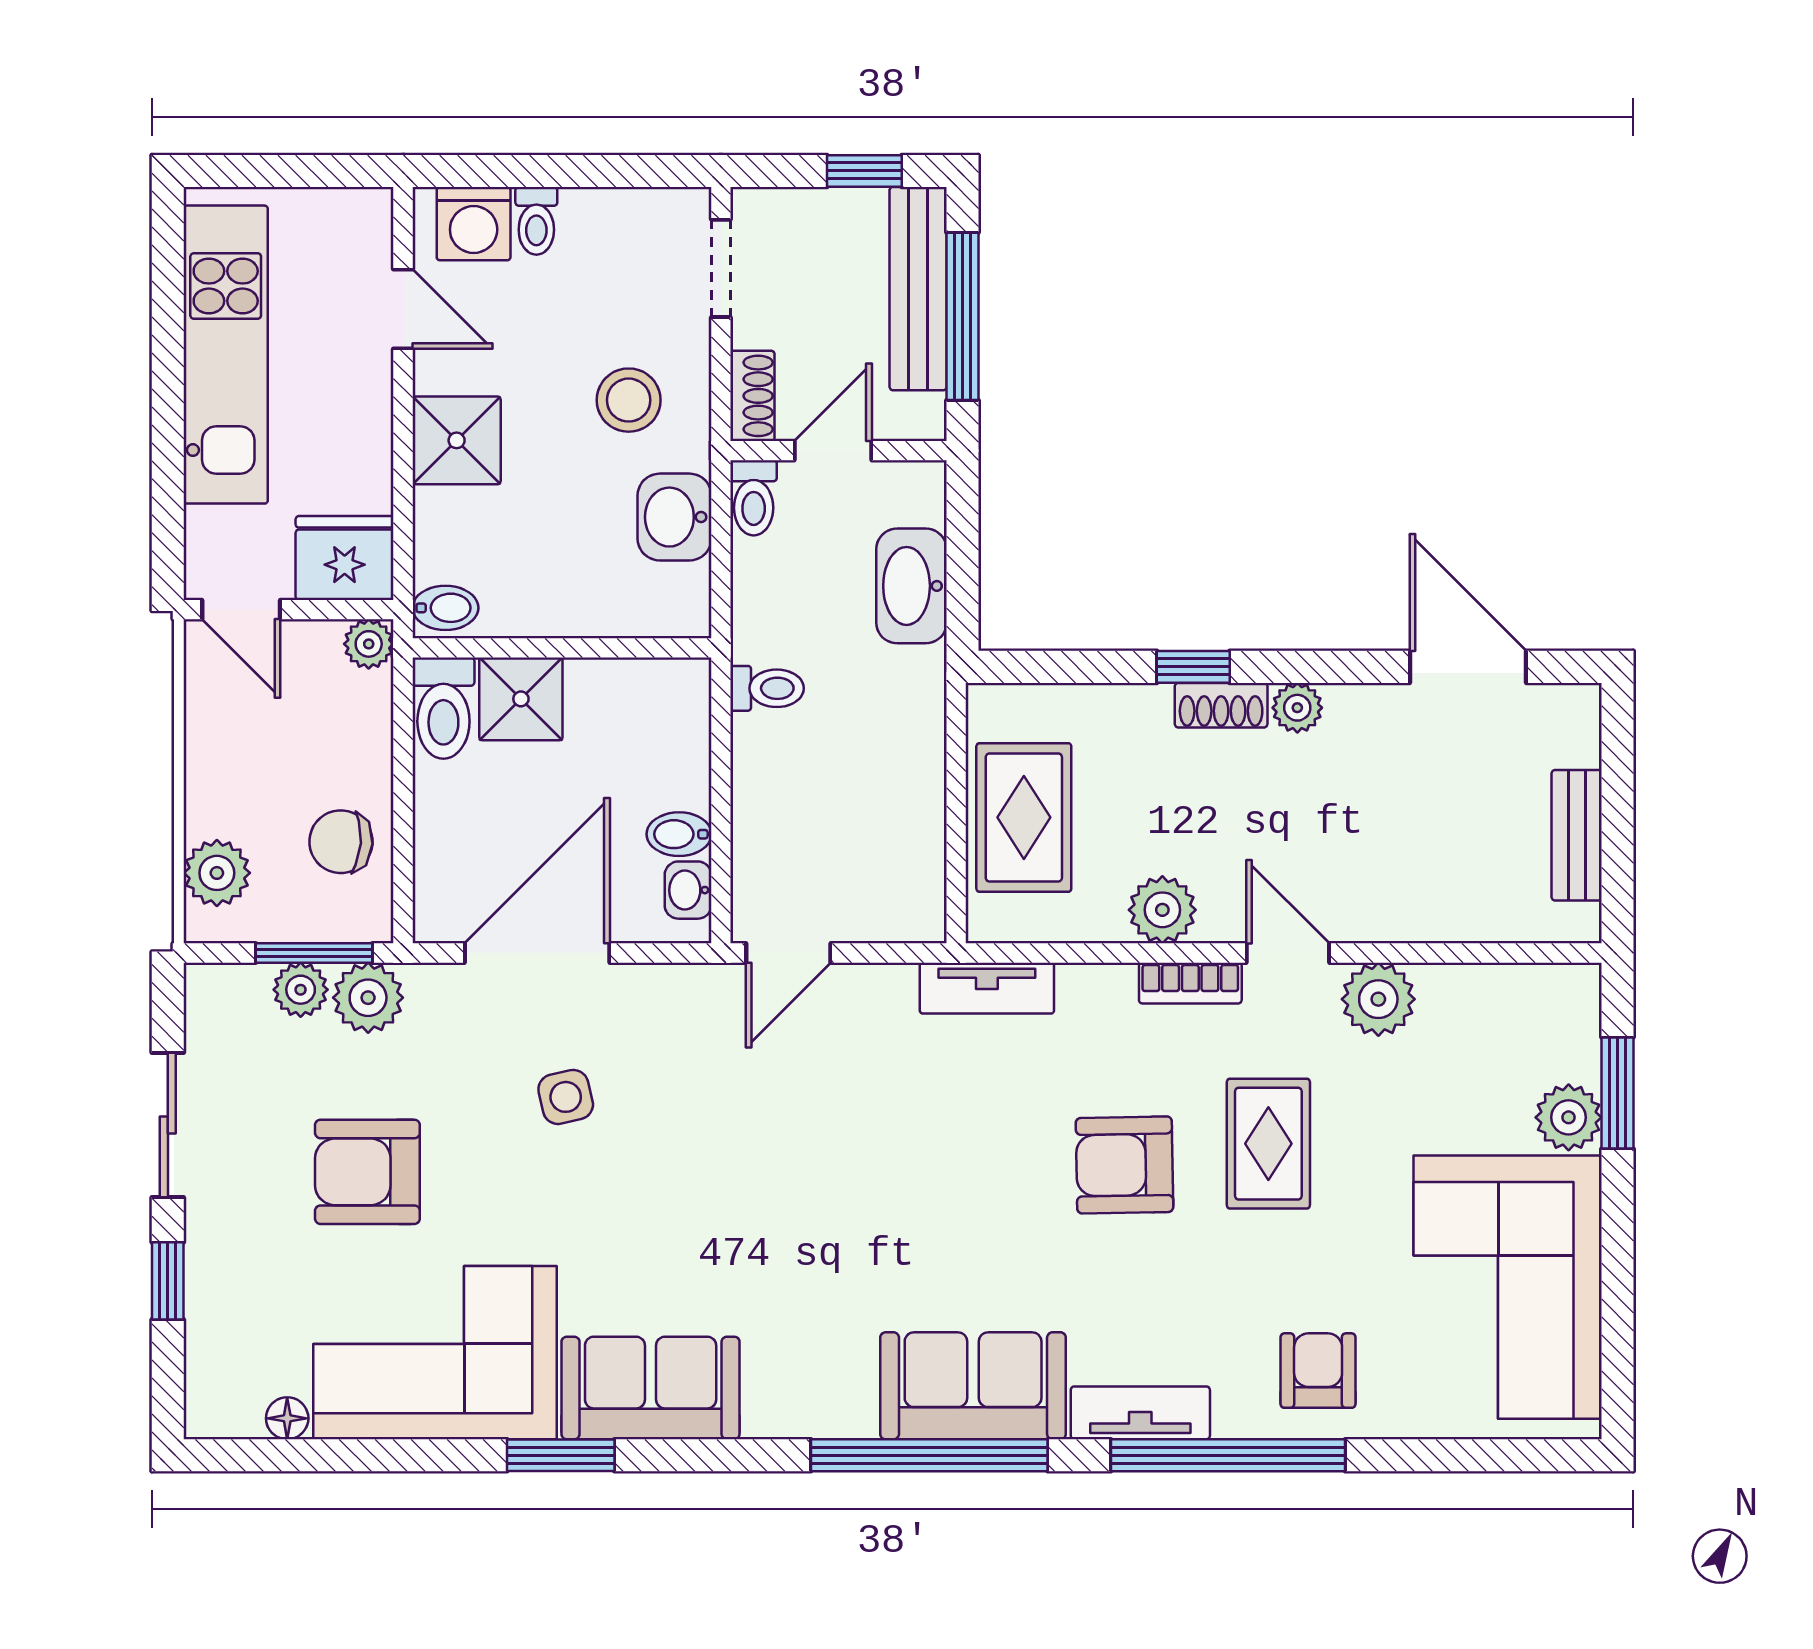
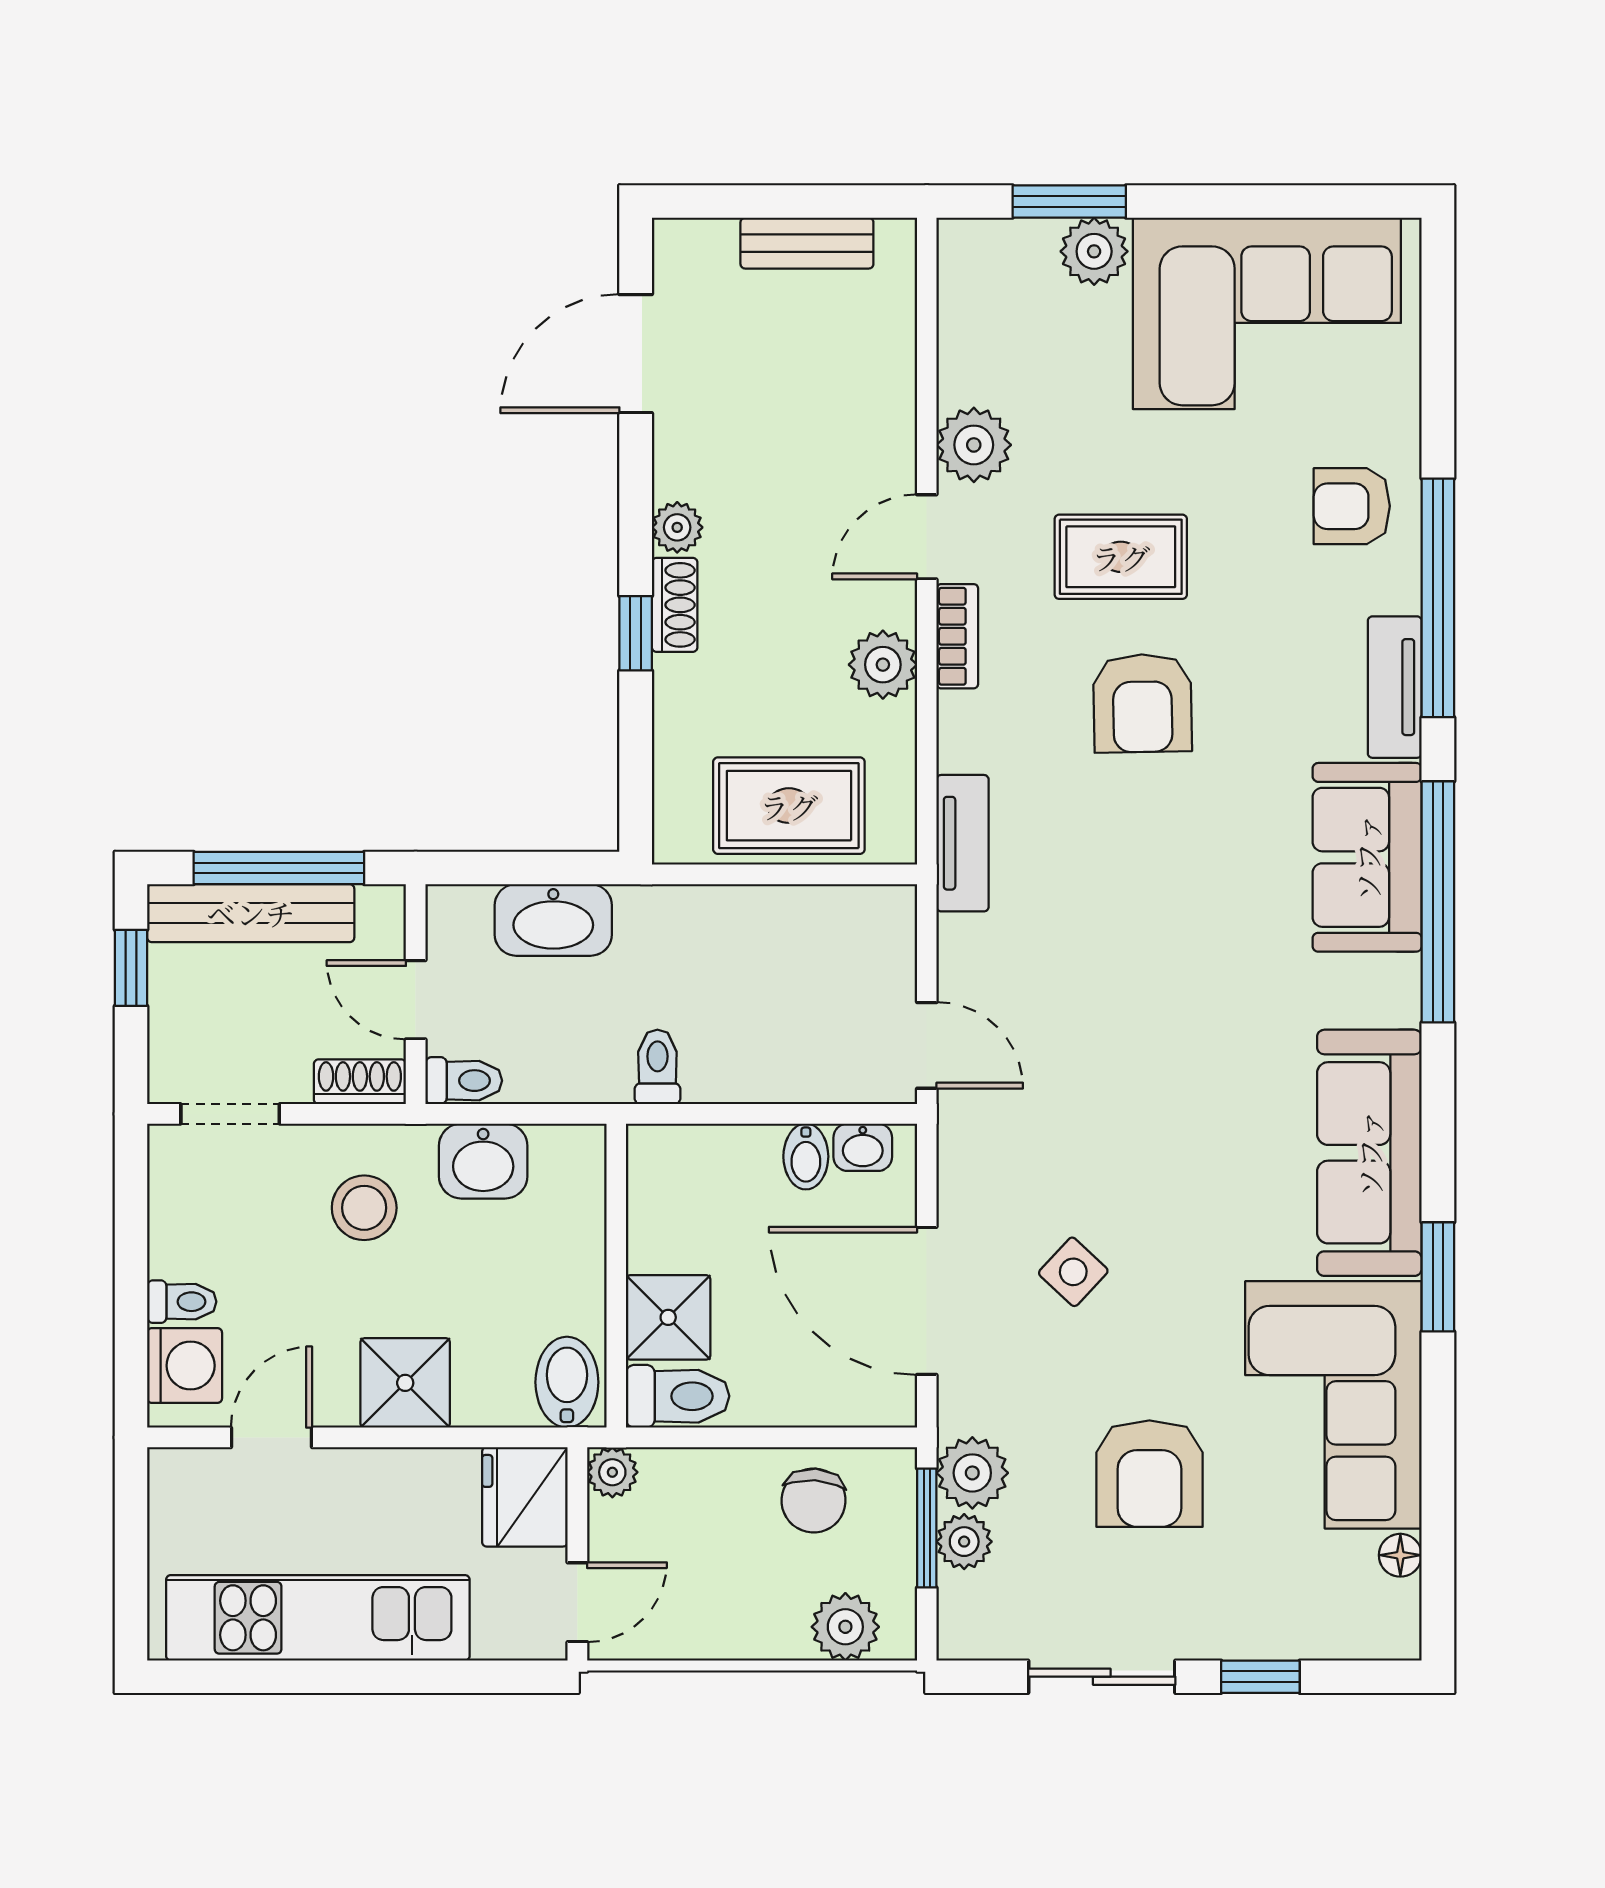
bidet: (445, 608) -> (567, 1382), width x1.38, depth x1.36
side table: (566, 1097) -> (1073, 1272), turned -34
sofa: (651, 1388) -> (1369, 1153), width x1.36

